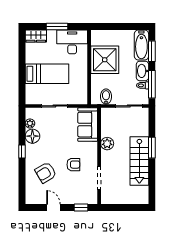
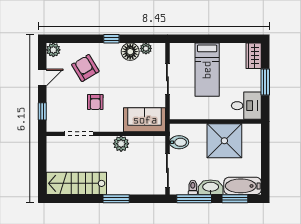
desk: (72, 42) -> (246, 106), width x0.73
stairs: (139, 161) -> (76, 183), moved
plant: (31, 199) -> (53, 50), added

